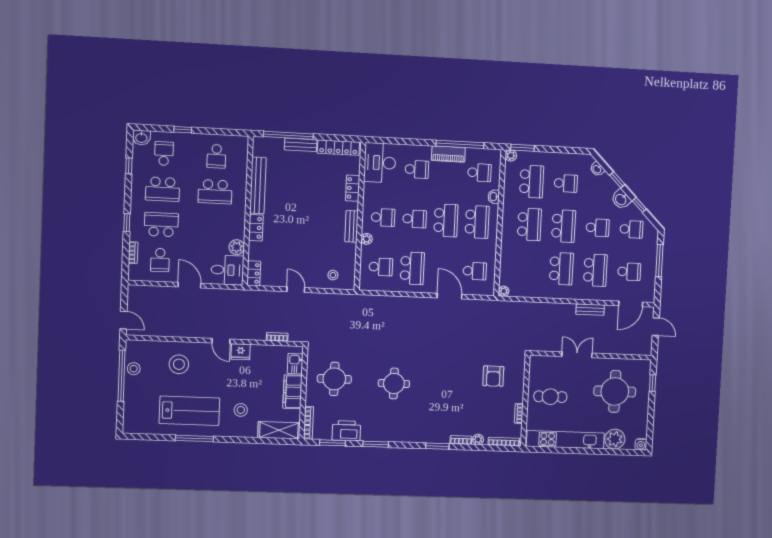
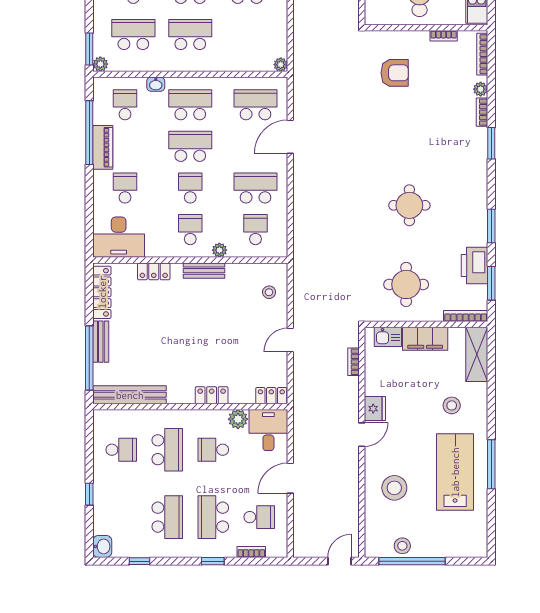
school desk: (164, 154) -> (213, 450), moved
bench: (258, 185) -> (130, 395), moved
school desk: (475, 271) -> (255, 105), width x1.85

